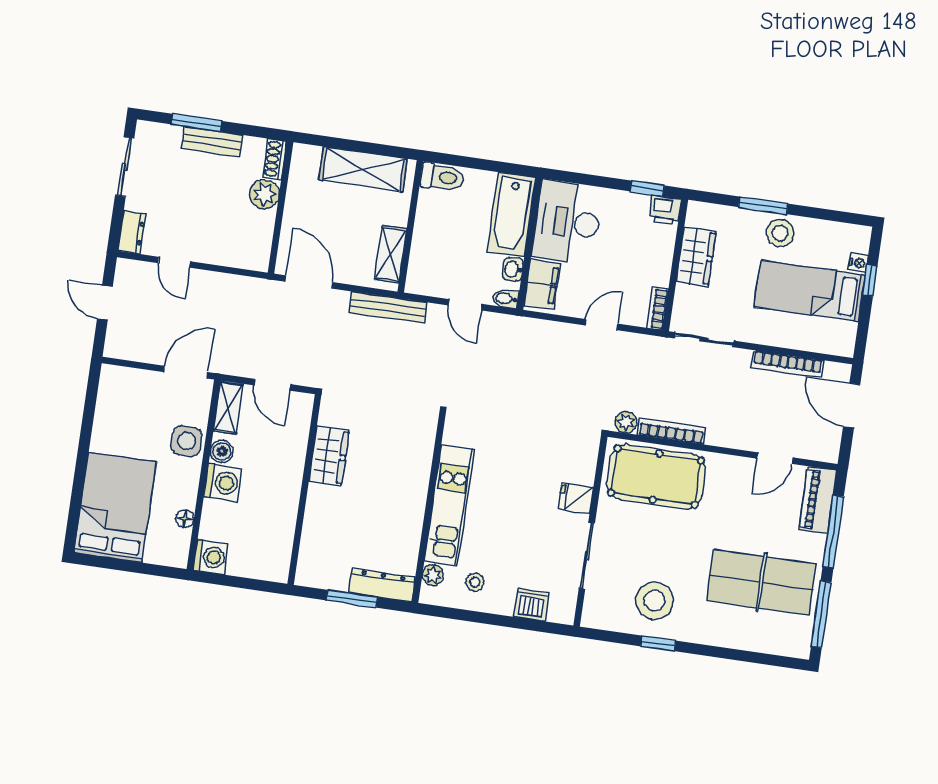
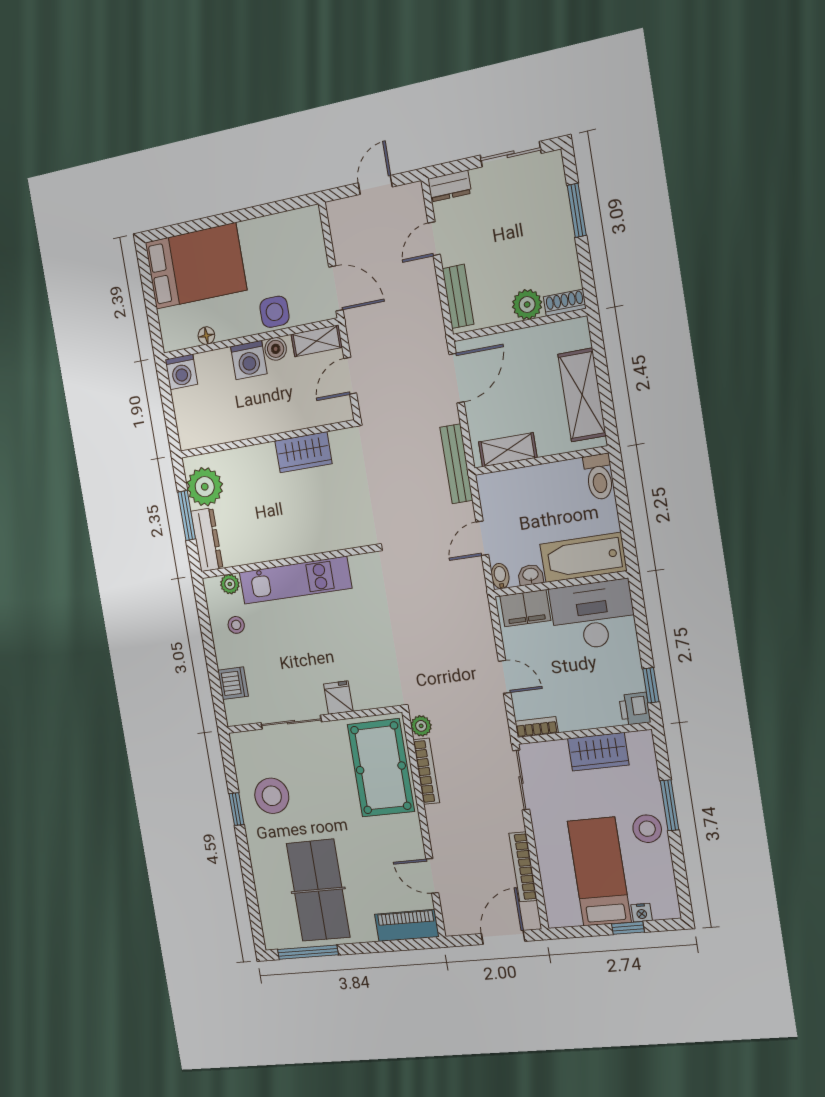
bench: (212, 142) -> (458, 296), moved
window: (833, 532) -> (383, 946), removed
plant: (330, 570) -> (205, 487), added

